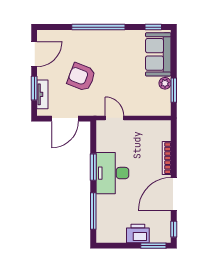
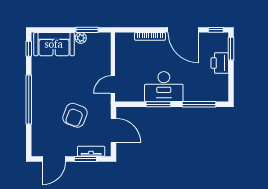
door: (34, 54) -> (54, 159), swing flipped

